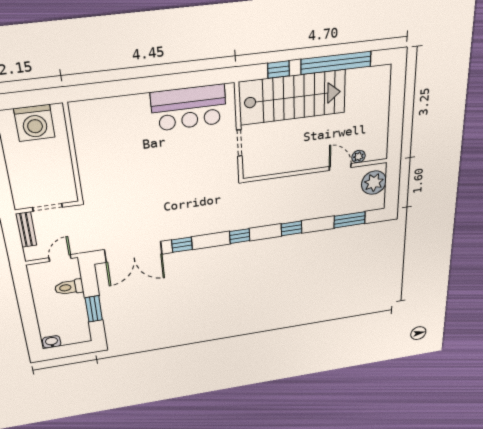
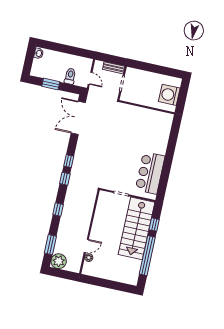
plant: (374, 183) -> (59, 261), moved
window: (182, 245) -> (69, 161), moved

